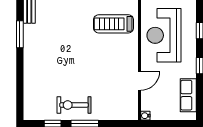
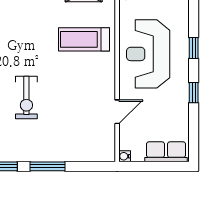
row of seats: (188, 95) -> (166, 152), moved, turned 90
exercise bike: (74, 105) -> (26, 98), moved, turned -90

